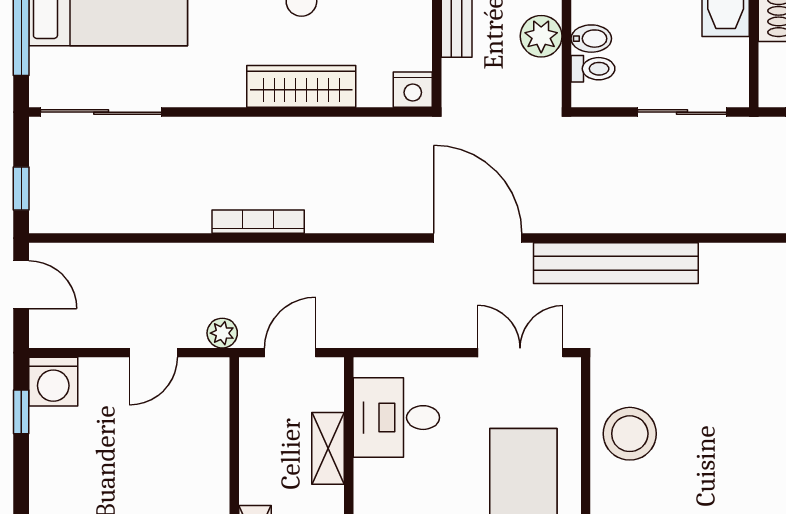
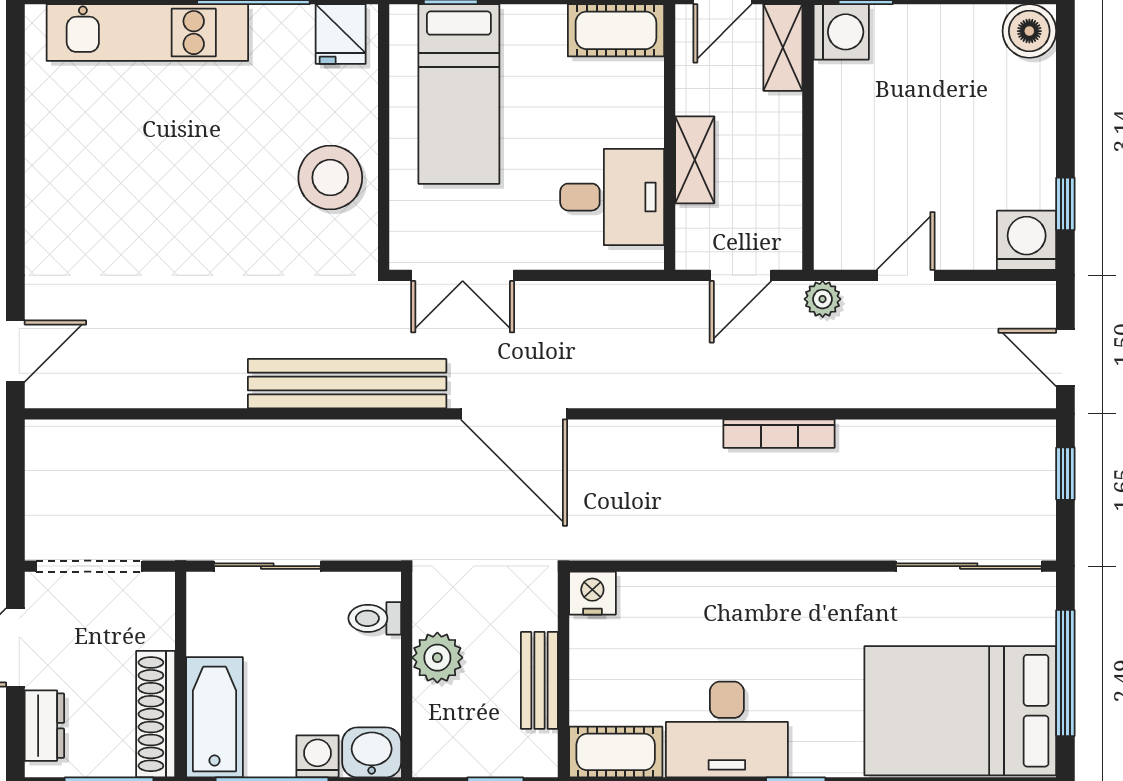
bidet: (591, 39) -> (377, 655), removed
wardrobe: (301, 86) -> (727, 597), removed

